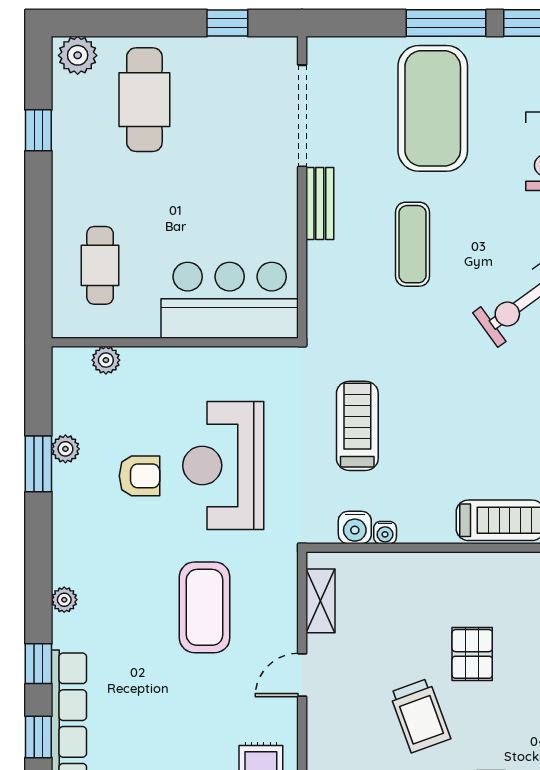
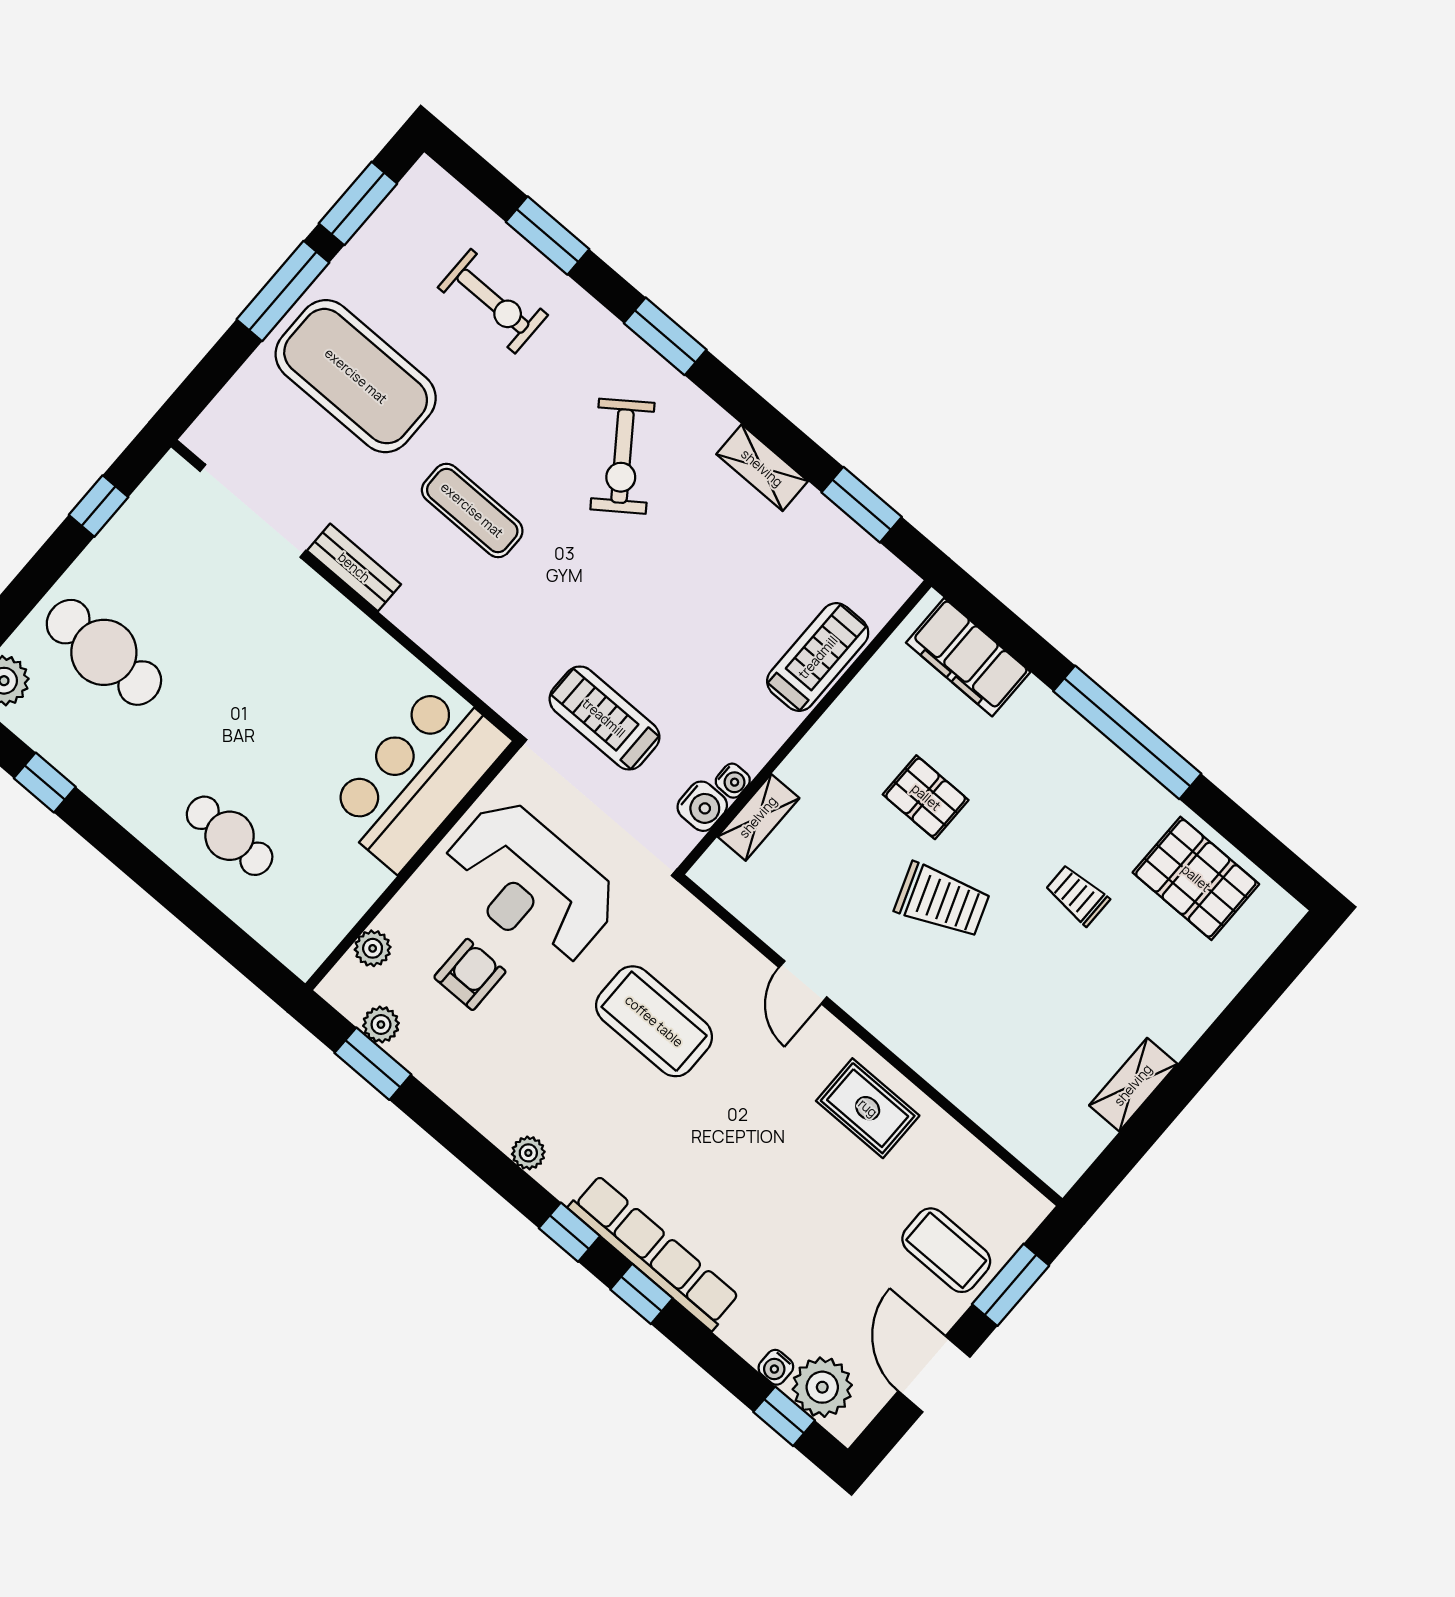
bar counter: (230, 300) -> (418, 776), moved
wall: (175, 342) -> (413, 865), moved
plant: (106, 360) -> (373, 948), moved
shelving: (320, 601) -> (758, 817), moved, turned 90

